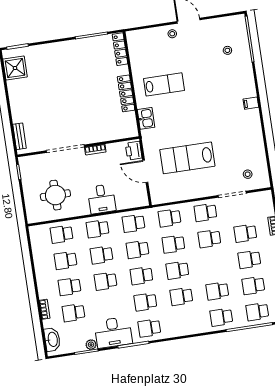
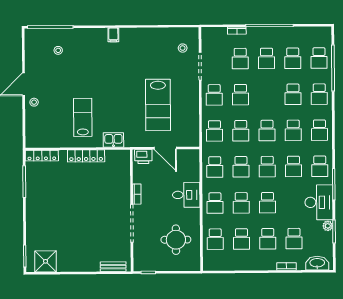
door: (145, 171) -> (165, 148), hinge flipped
school desk: (185, 323) -> (320, 130), added

